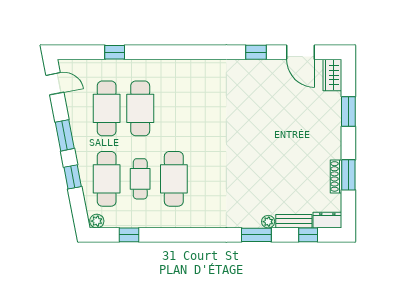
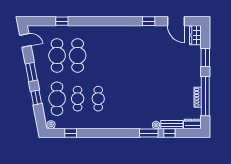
window: (348, 175) -> (205, 96), width x2.11
cafe table: (174, 179) -> (98, 99), width x0.73, depth x0.74
window: (308, 235) -> (169, 133), moved

